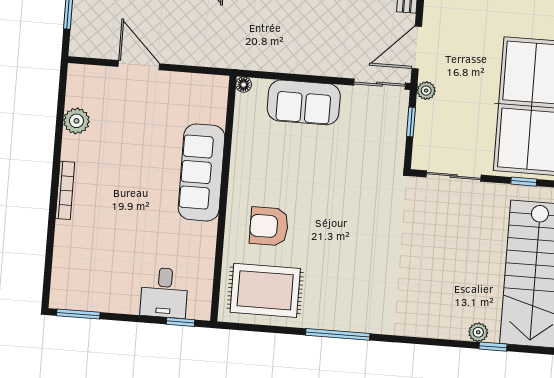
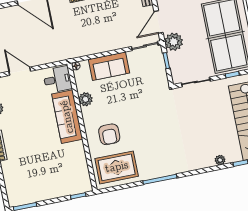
plant: (426, 91) -> (174, 42), width x1.87, depth x1.87
plant: (244, 150) -> (85, 99), added
armchair: (269, 226) -> (109, 134), turned -90
desk: (164, 293) -> (57, 79), moved, turned -90
plant: (478, 332) -> (220, 160), moved

